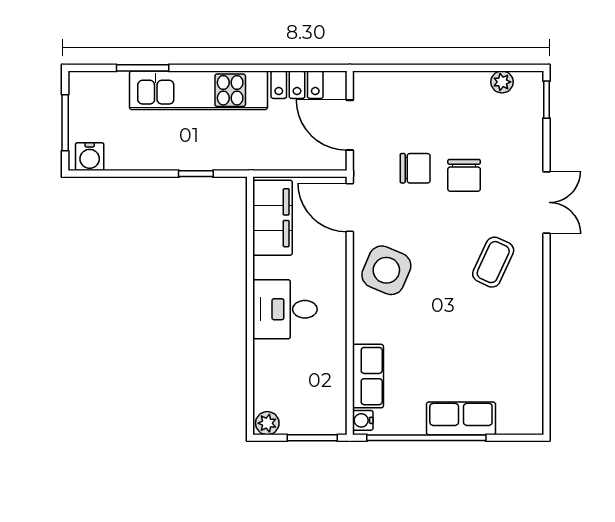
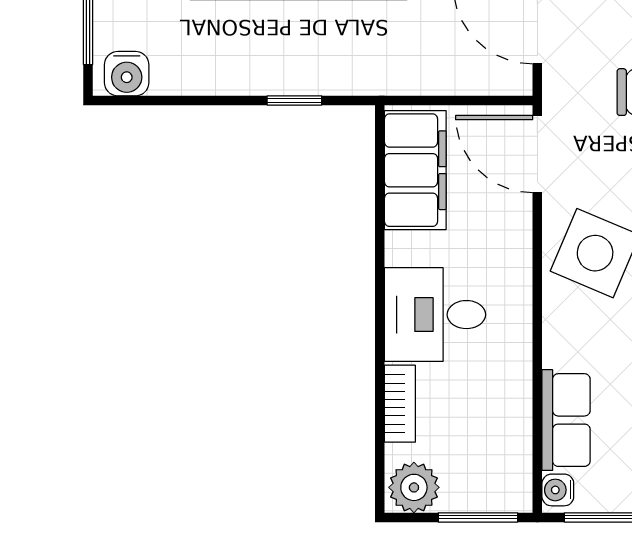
bookcase: (263, 366) -> (400, 404), added
plant: (267, 423) -> (414, 487), width x1.38, depth x1.38

